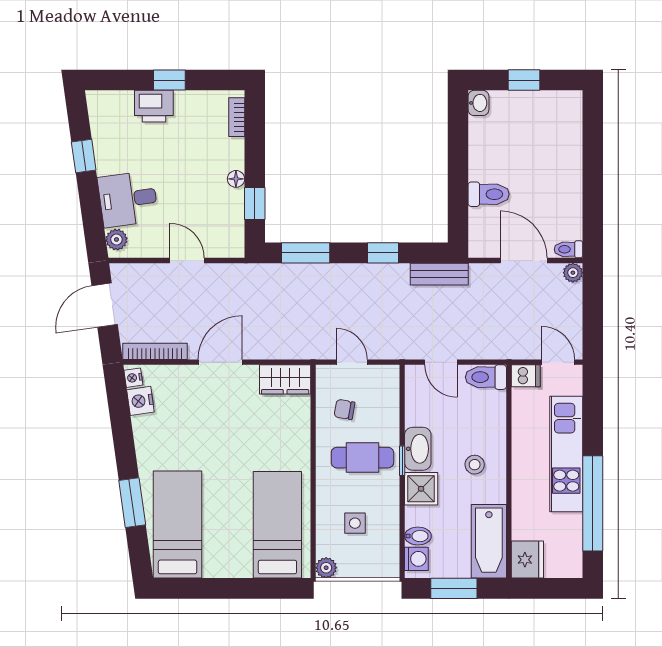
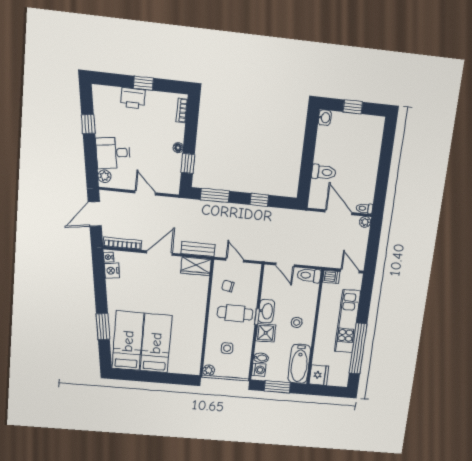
bench: (439, 274) -> (198, 249), moved
bed: (277, 525) -> (156, 343), moved

